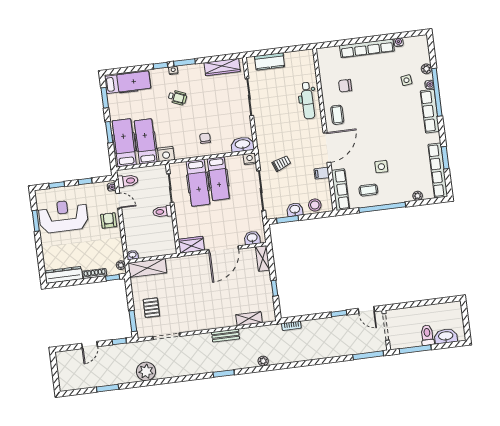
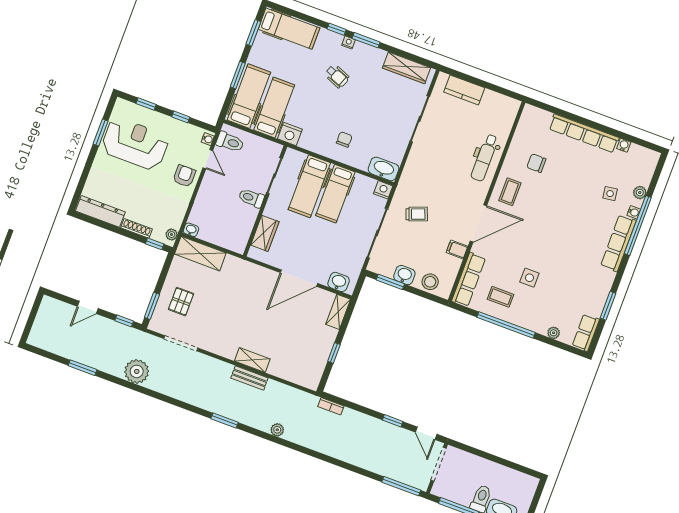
row of seats: (438, 170) -> (586, 333), width x0.50
wardrobe: (191, 245) -> (265, 233), moved, turned 90
shelving: (249, 319) -> (252, 360), moved

